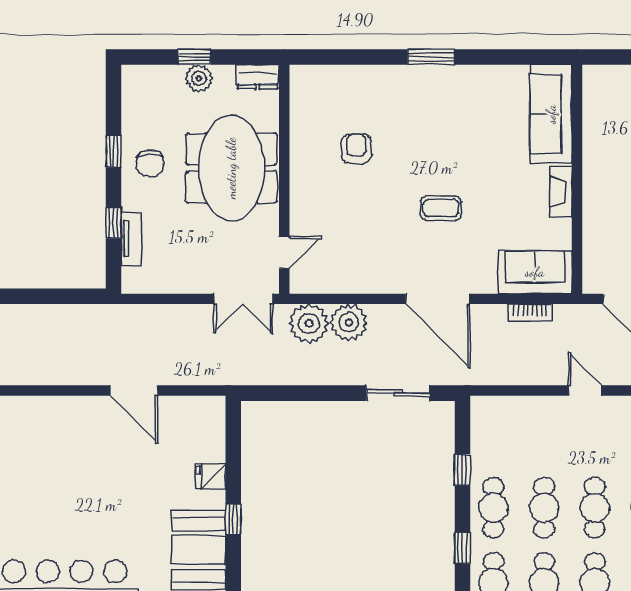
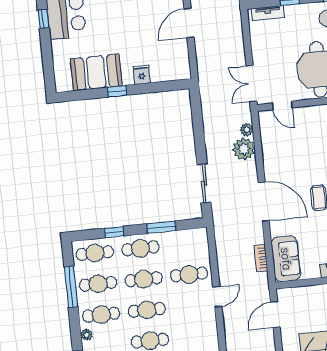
tv unit: (131, 239) -> (268, 13), moved
door: (438, 299) -> (264, 201), swing flipped
plant: (309, 324) -> (247, 130), width x0.53, depth x0.53
cafe table: (544, 433) -> (189, 274), added
window: (462, 470) -> (162, 227), width x1.50

